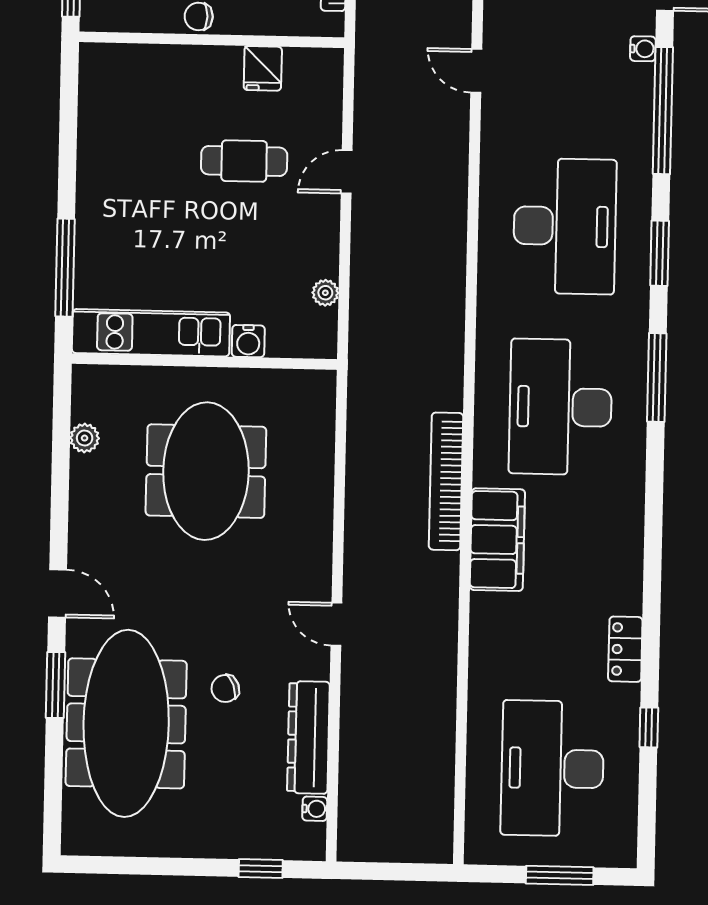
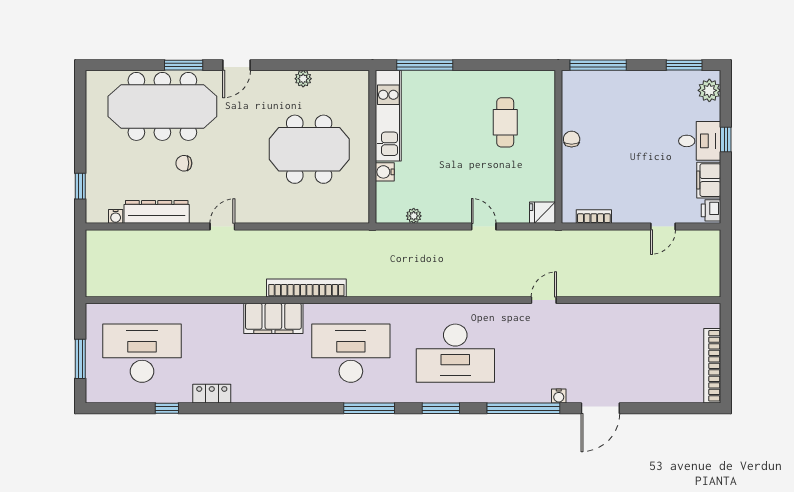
fridge: (263, 68) -> (542, 213), moved
cafe table: (244, 161) -> (505, 122), moved
plant: (85, 438) -> (303, 79), moved
chair: (225, 688) -> (184, 163), turned -69

